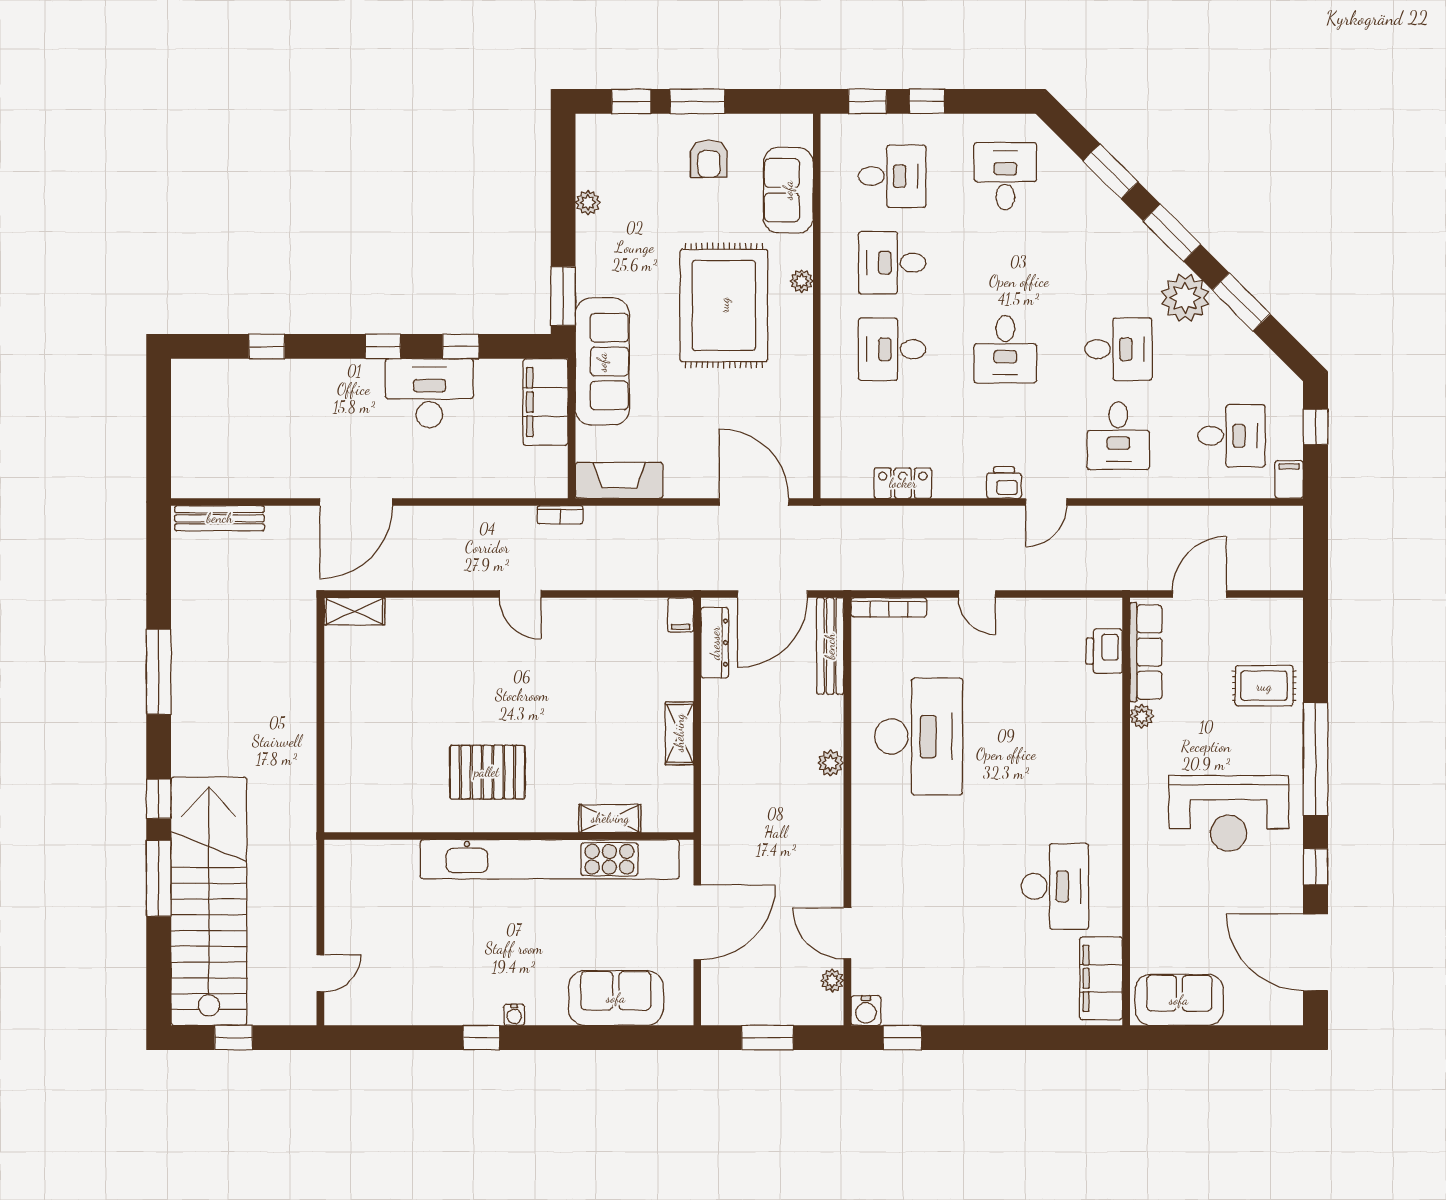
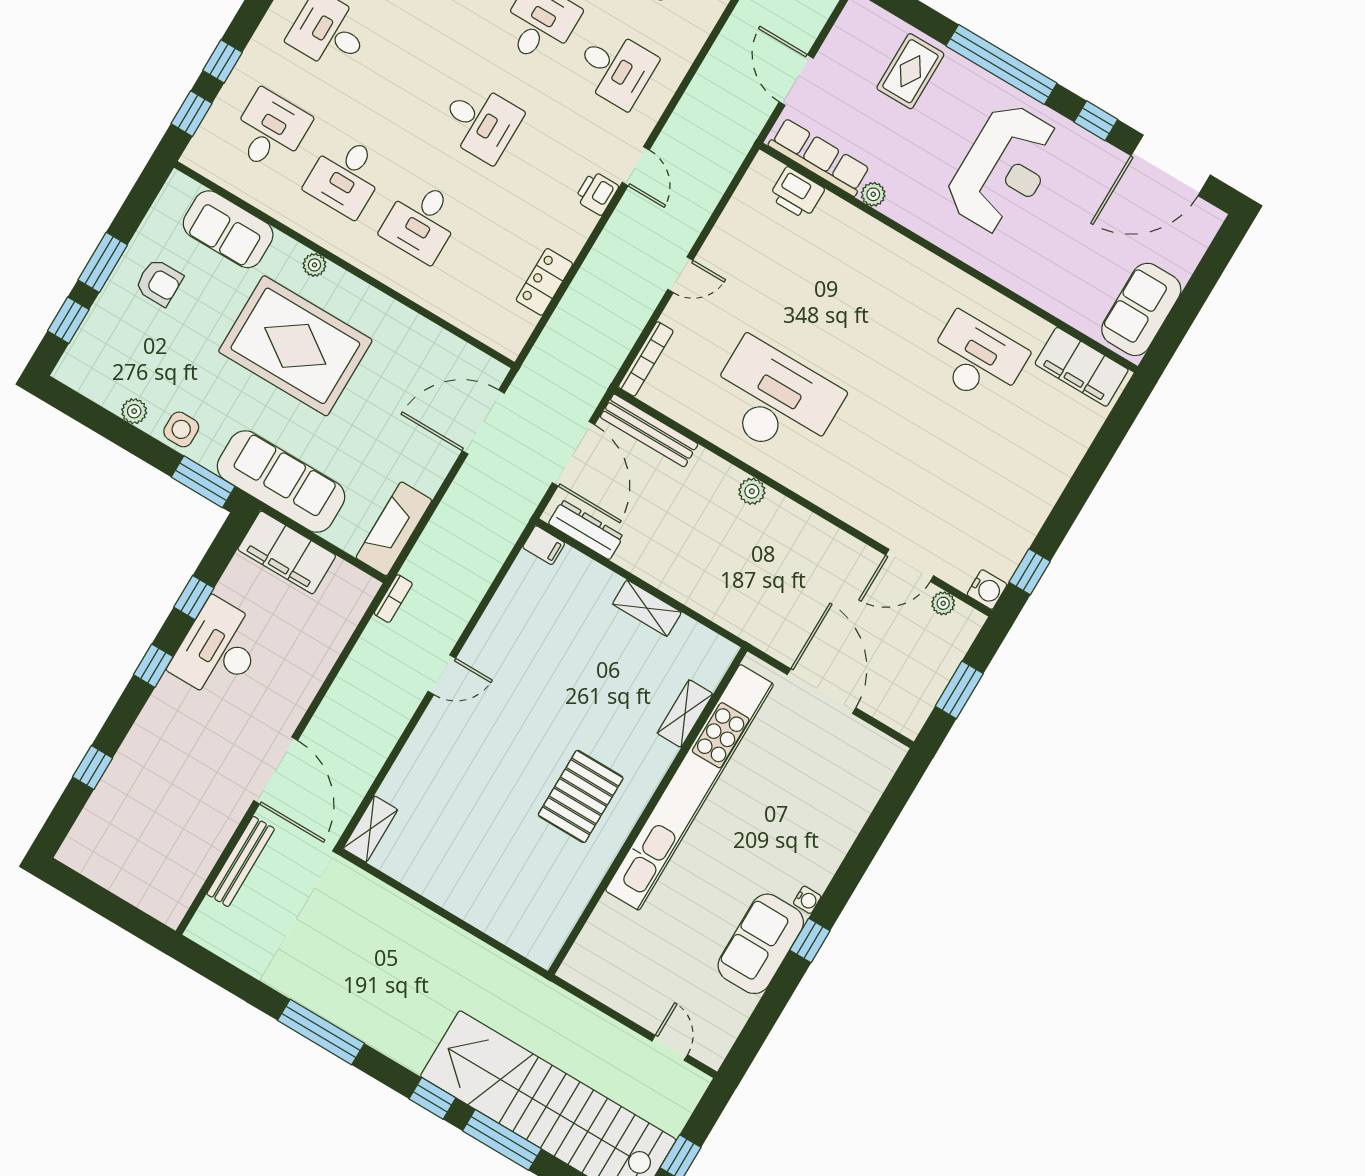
side table: (596, 251) -> (181, 429), added
bench: (220, 518) -> (241, 861), moved
sofa: (616, 998) -> (761, 944), moved

